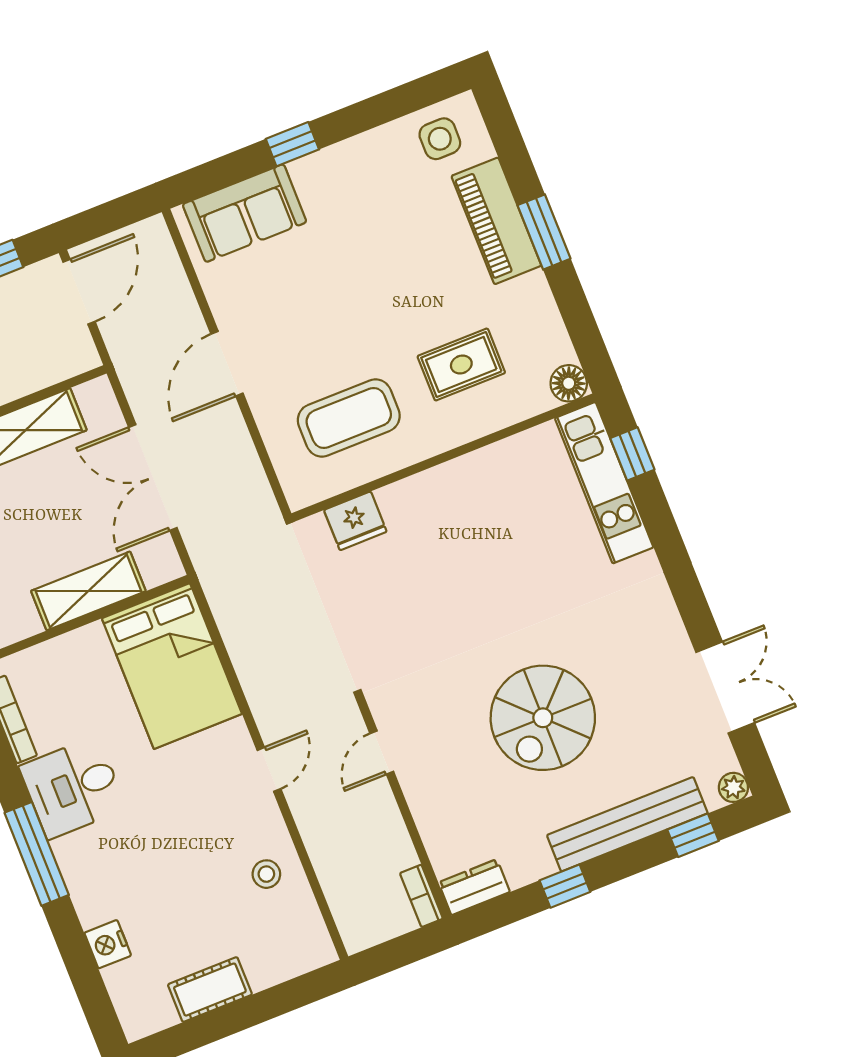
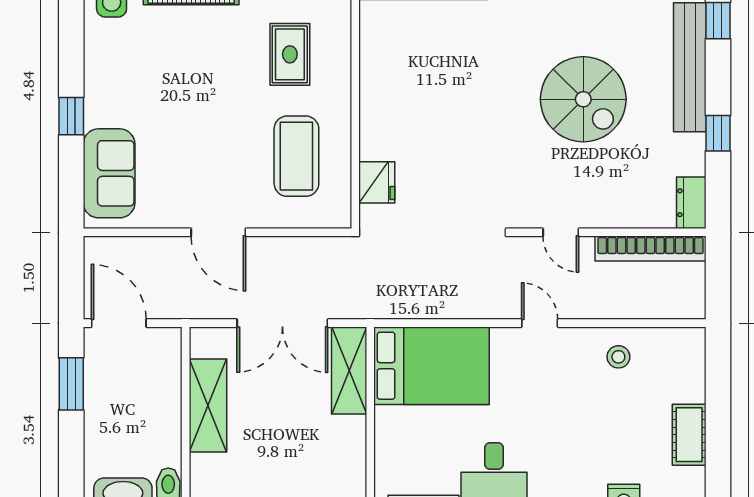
shelving: (88, 591) -> (349, 370), moved
bookcase: (421, 896) -> (650, 248), width x2.31, depth x1.31

